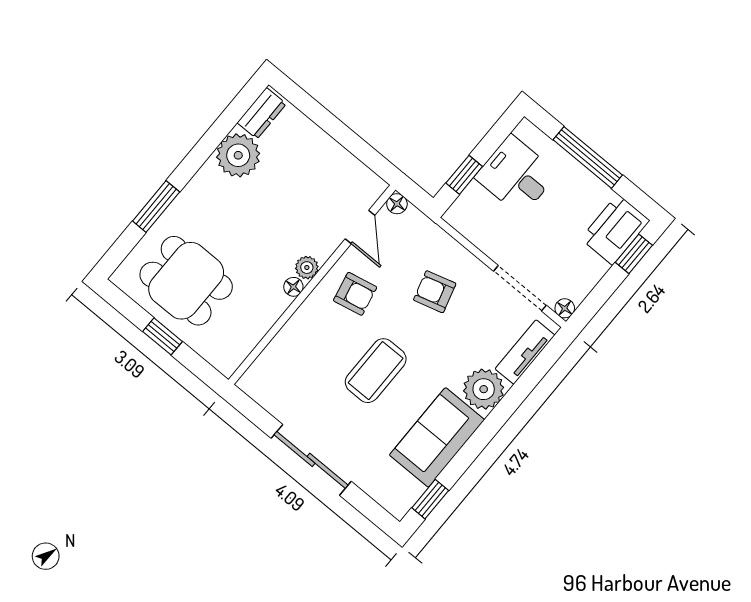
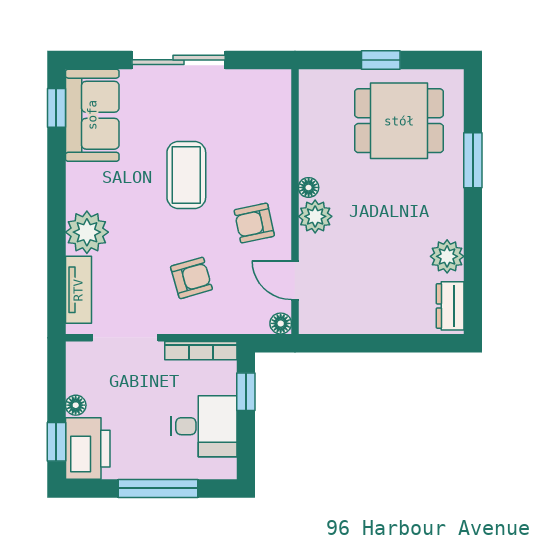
plant: (238, 155) -> (447, 256), width x0.73, depth x0.73
bookcase: (472, 233) -> (201, 351), added
plant: (307, 268) -> (315, 216), width x1.38, depth x1.38
floor lamp: (565, 308) -> (76, 405), moved
sofa: (437, 437) -> (92, 115), moved

